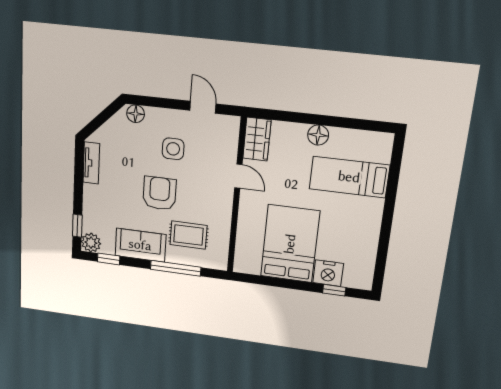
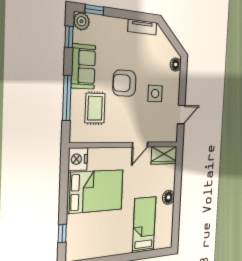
armchair: (160, 193) -> (124, 83), turned 180
nightstand: (328, 273) -> (78, 159), moved

